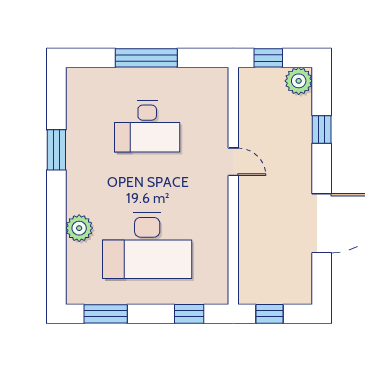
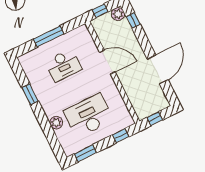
window: (322, 130) -> (133, 20), moved
door: (233, 162) -> (107, 62), width x1.88
desk: (147, 245) -> (89, 116), turned 180

